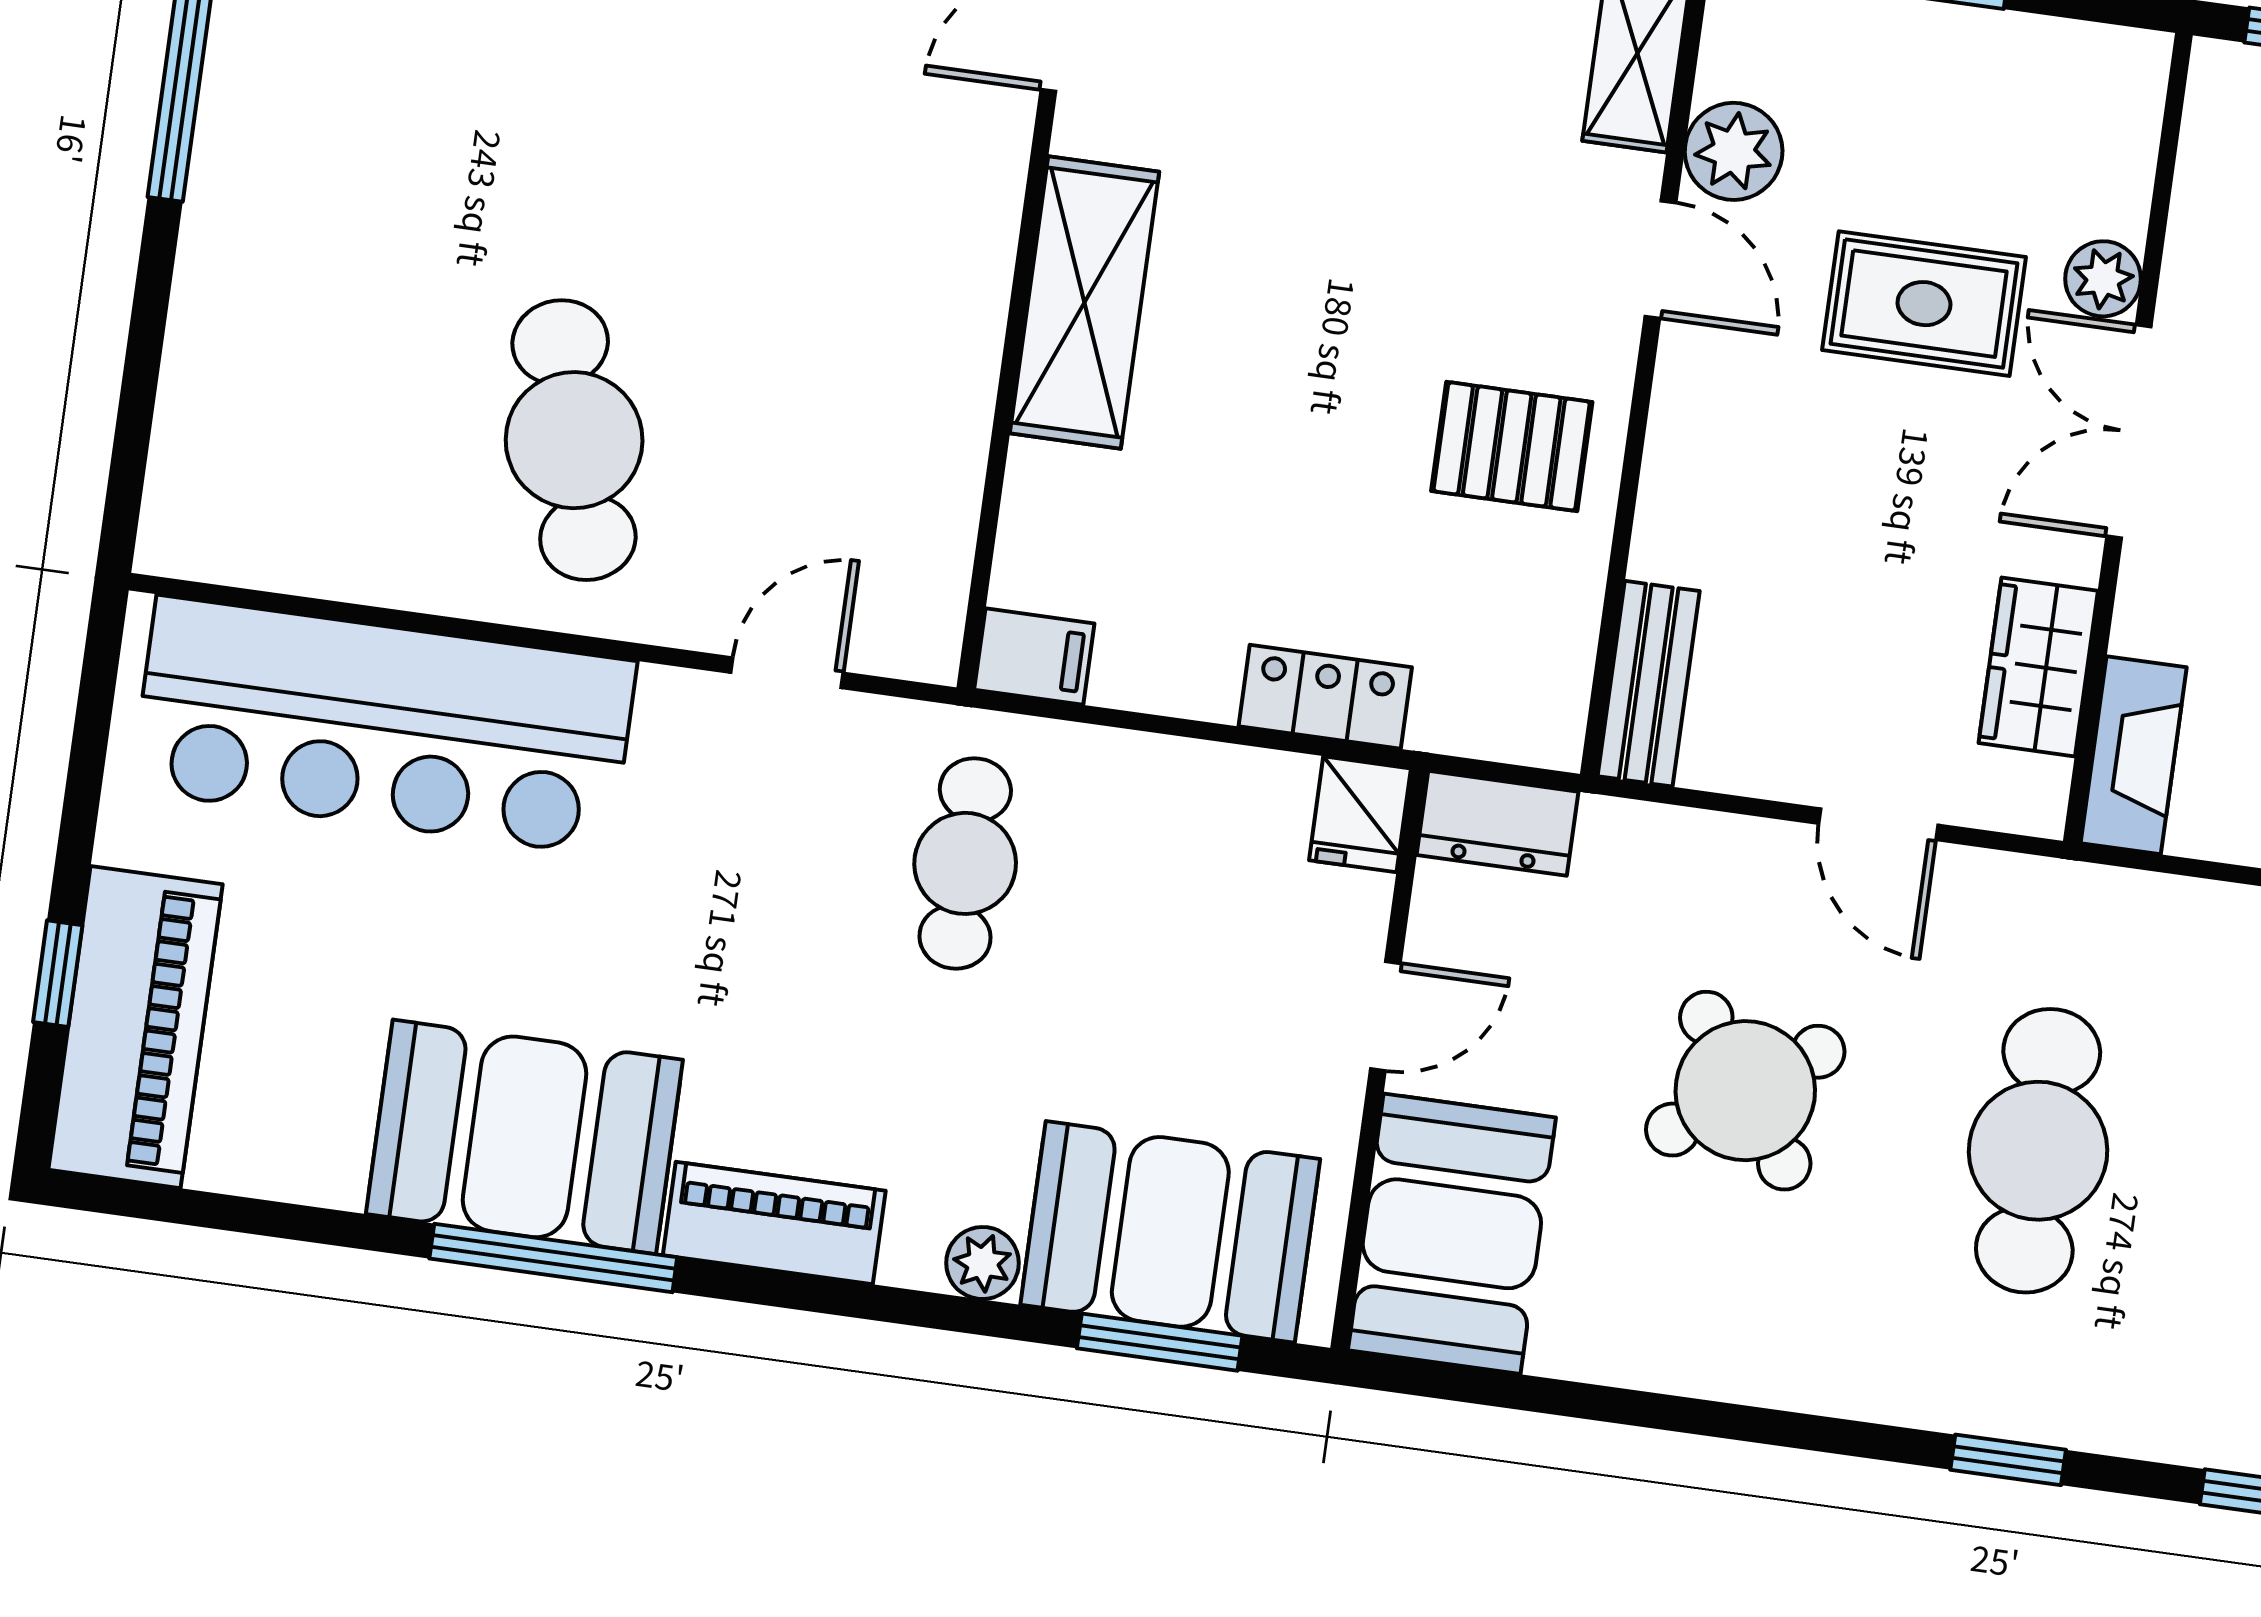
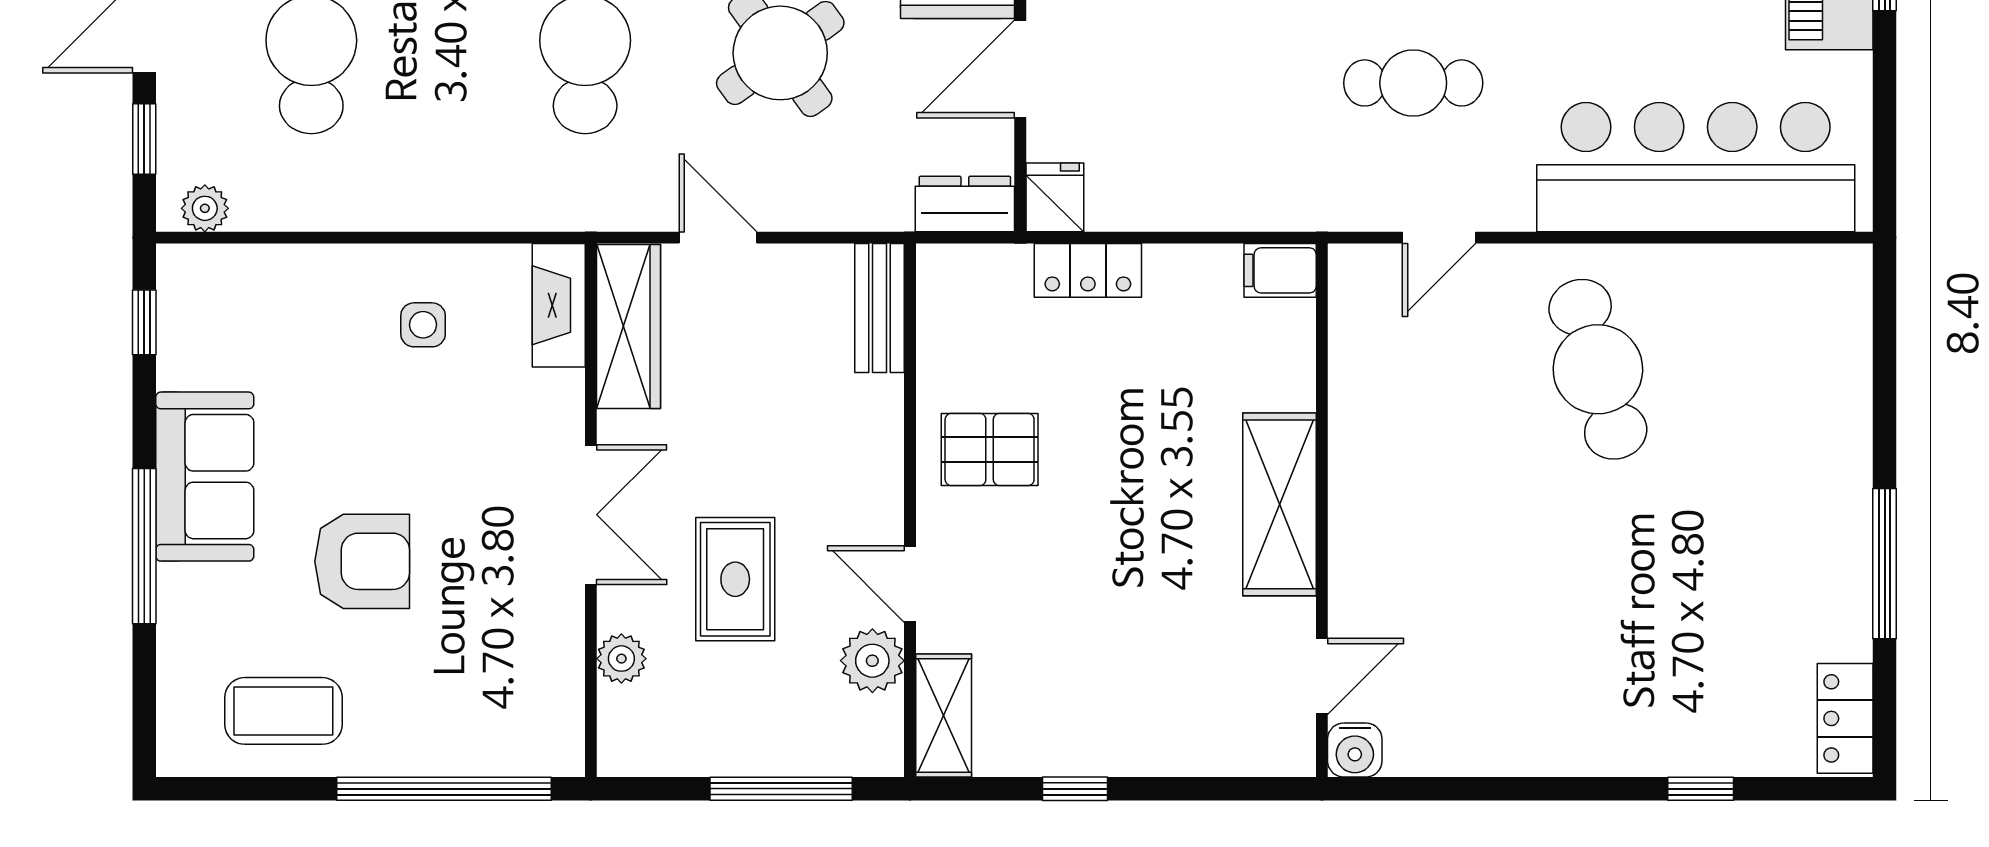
plant: (2103, 279) -> (621, 659), moved
rug: (1924, 304) -> (735, 579), turned 90
wardrobe: (2038, 667) -> (628, 327), width x1.50
cafe table: (965, 863) -> (1413, 83), moved, turned 90
door: (1385, 1016) -> (1020, 69), width x1.38

